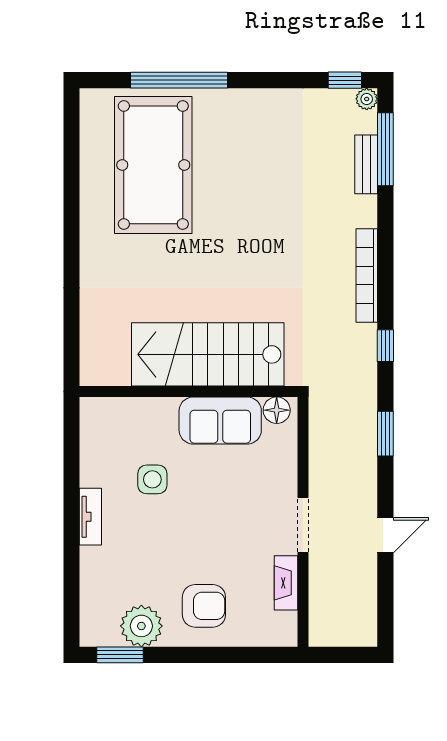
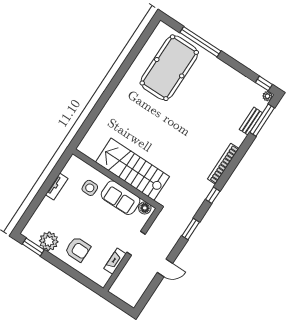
stairs: (208, 354) -> (132, 169), moved
wall: (189, 392) -> (116, 179), moved
floor lamp: (277, 410) -> (145, 208), moved
sofa: (220, 421) -> (121, 198), moved

